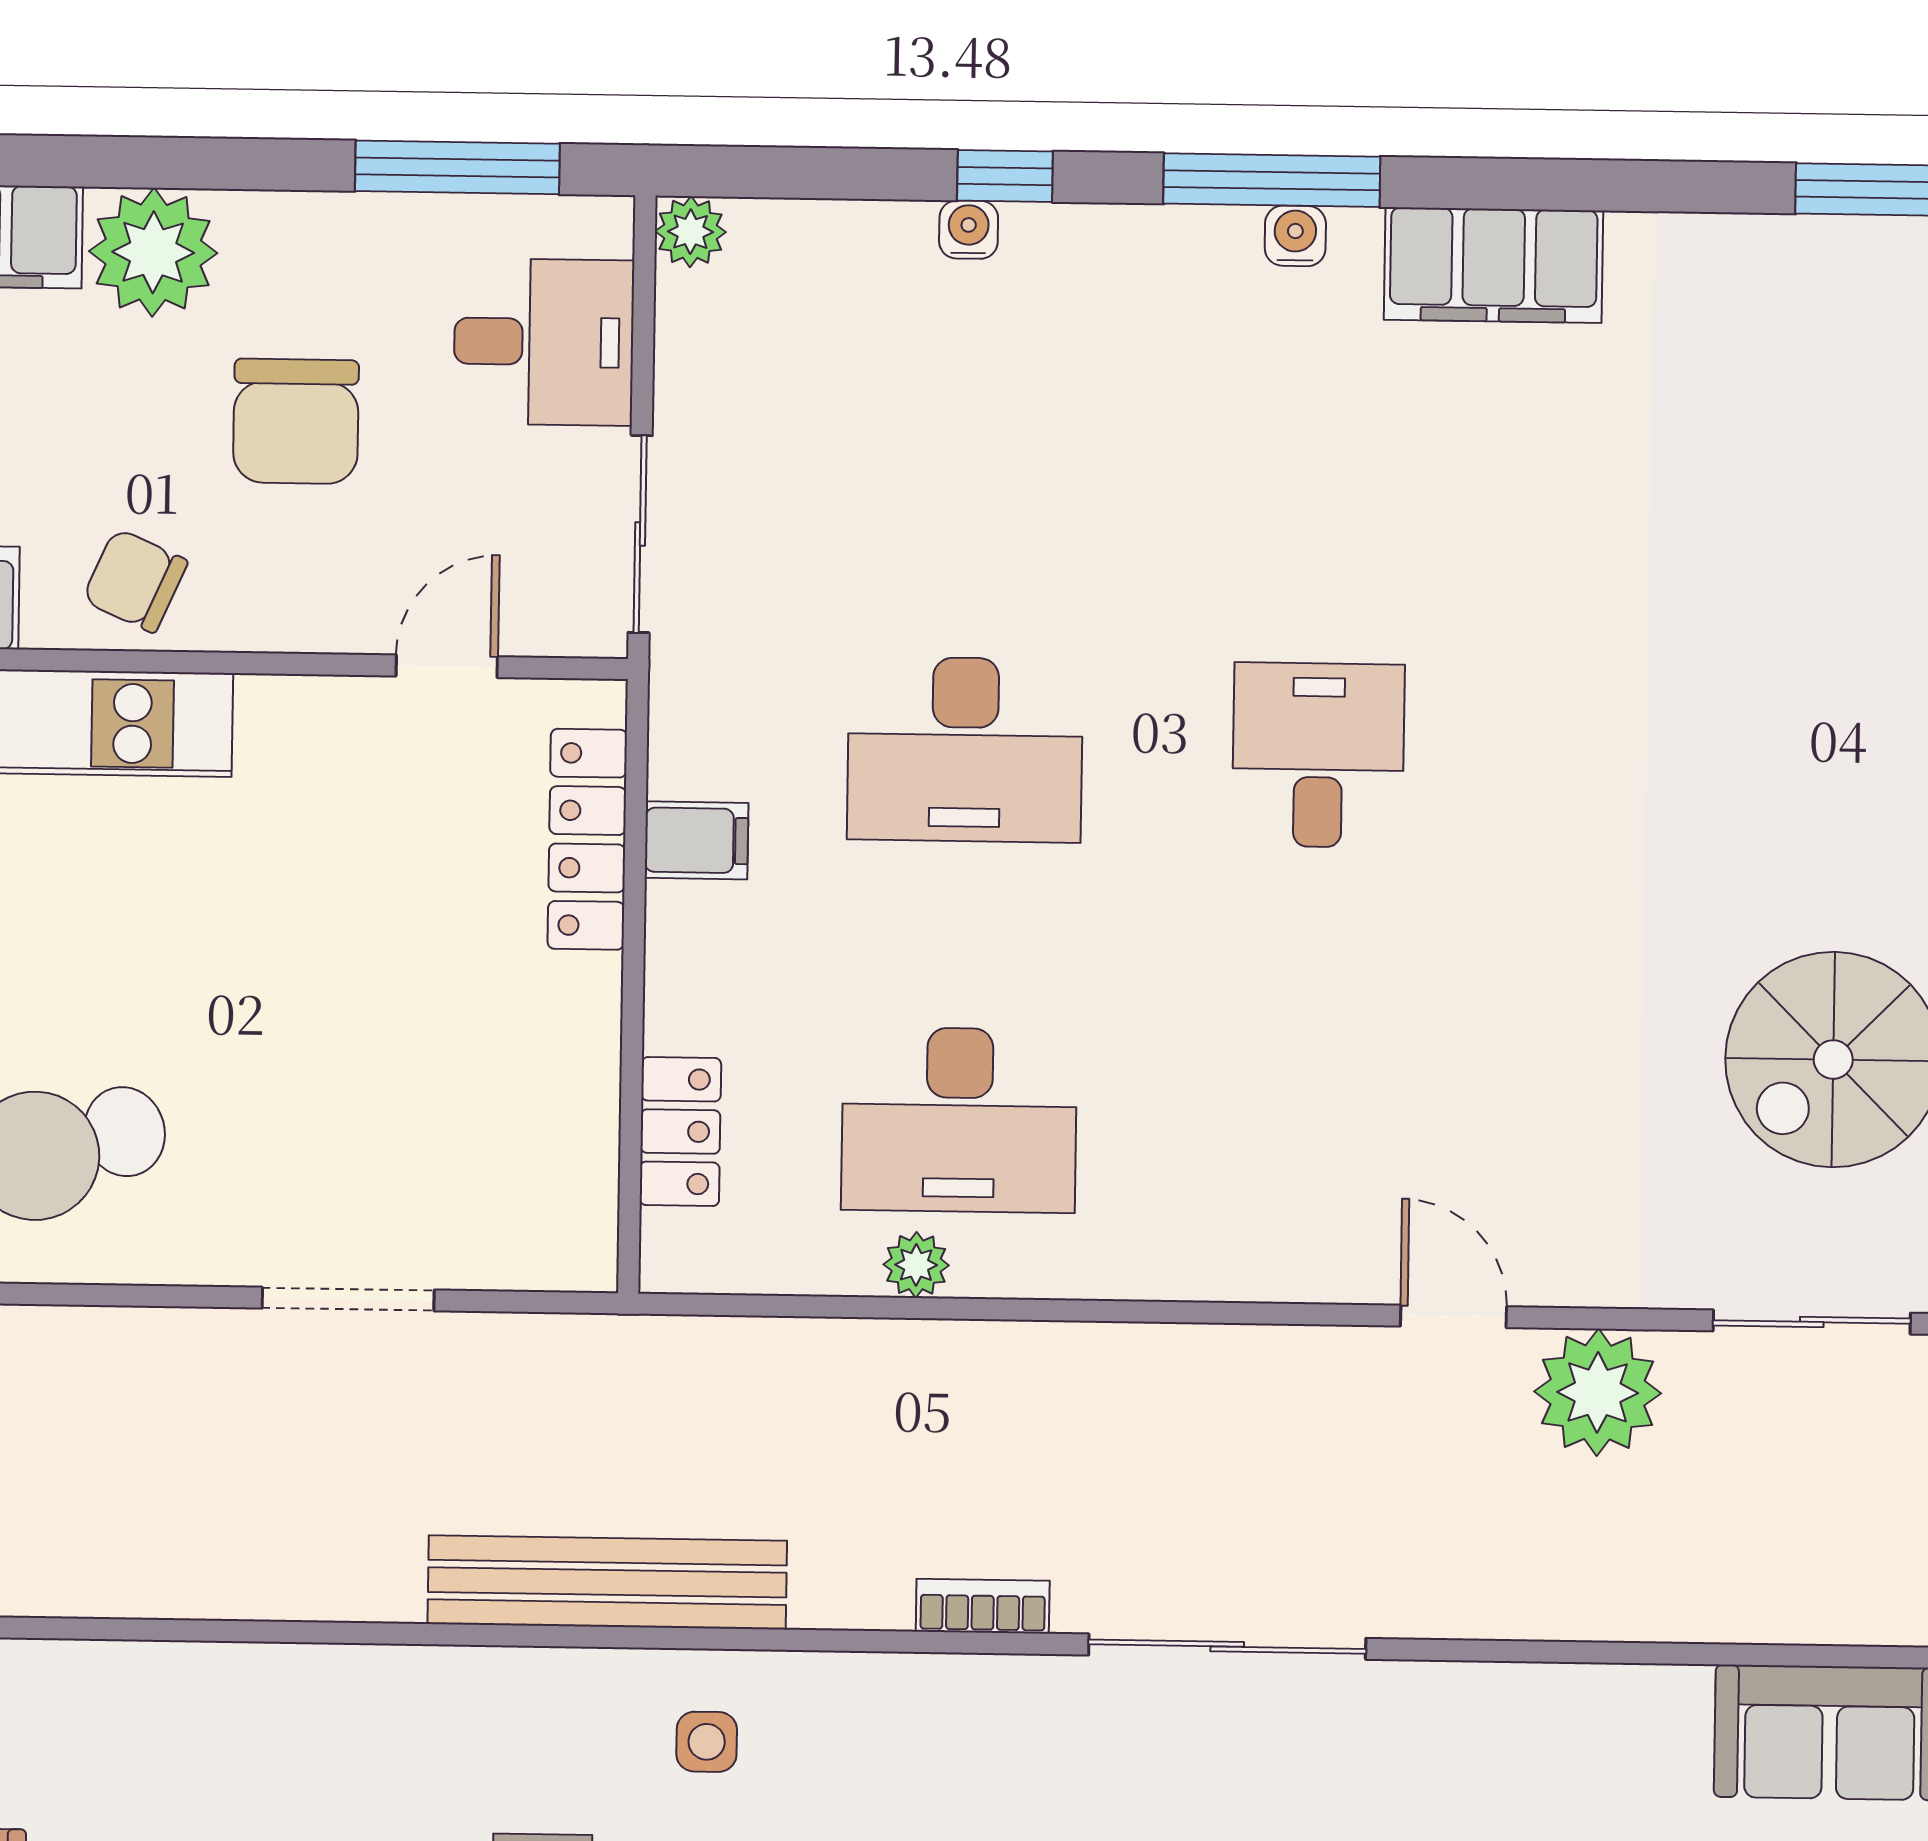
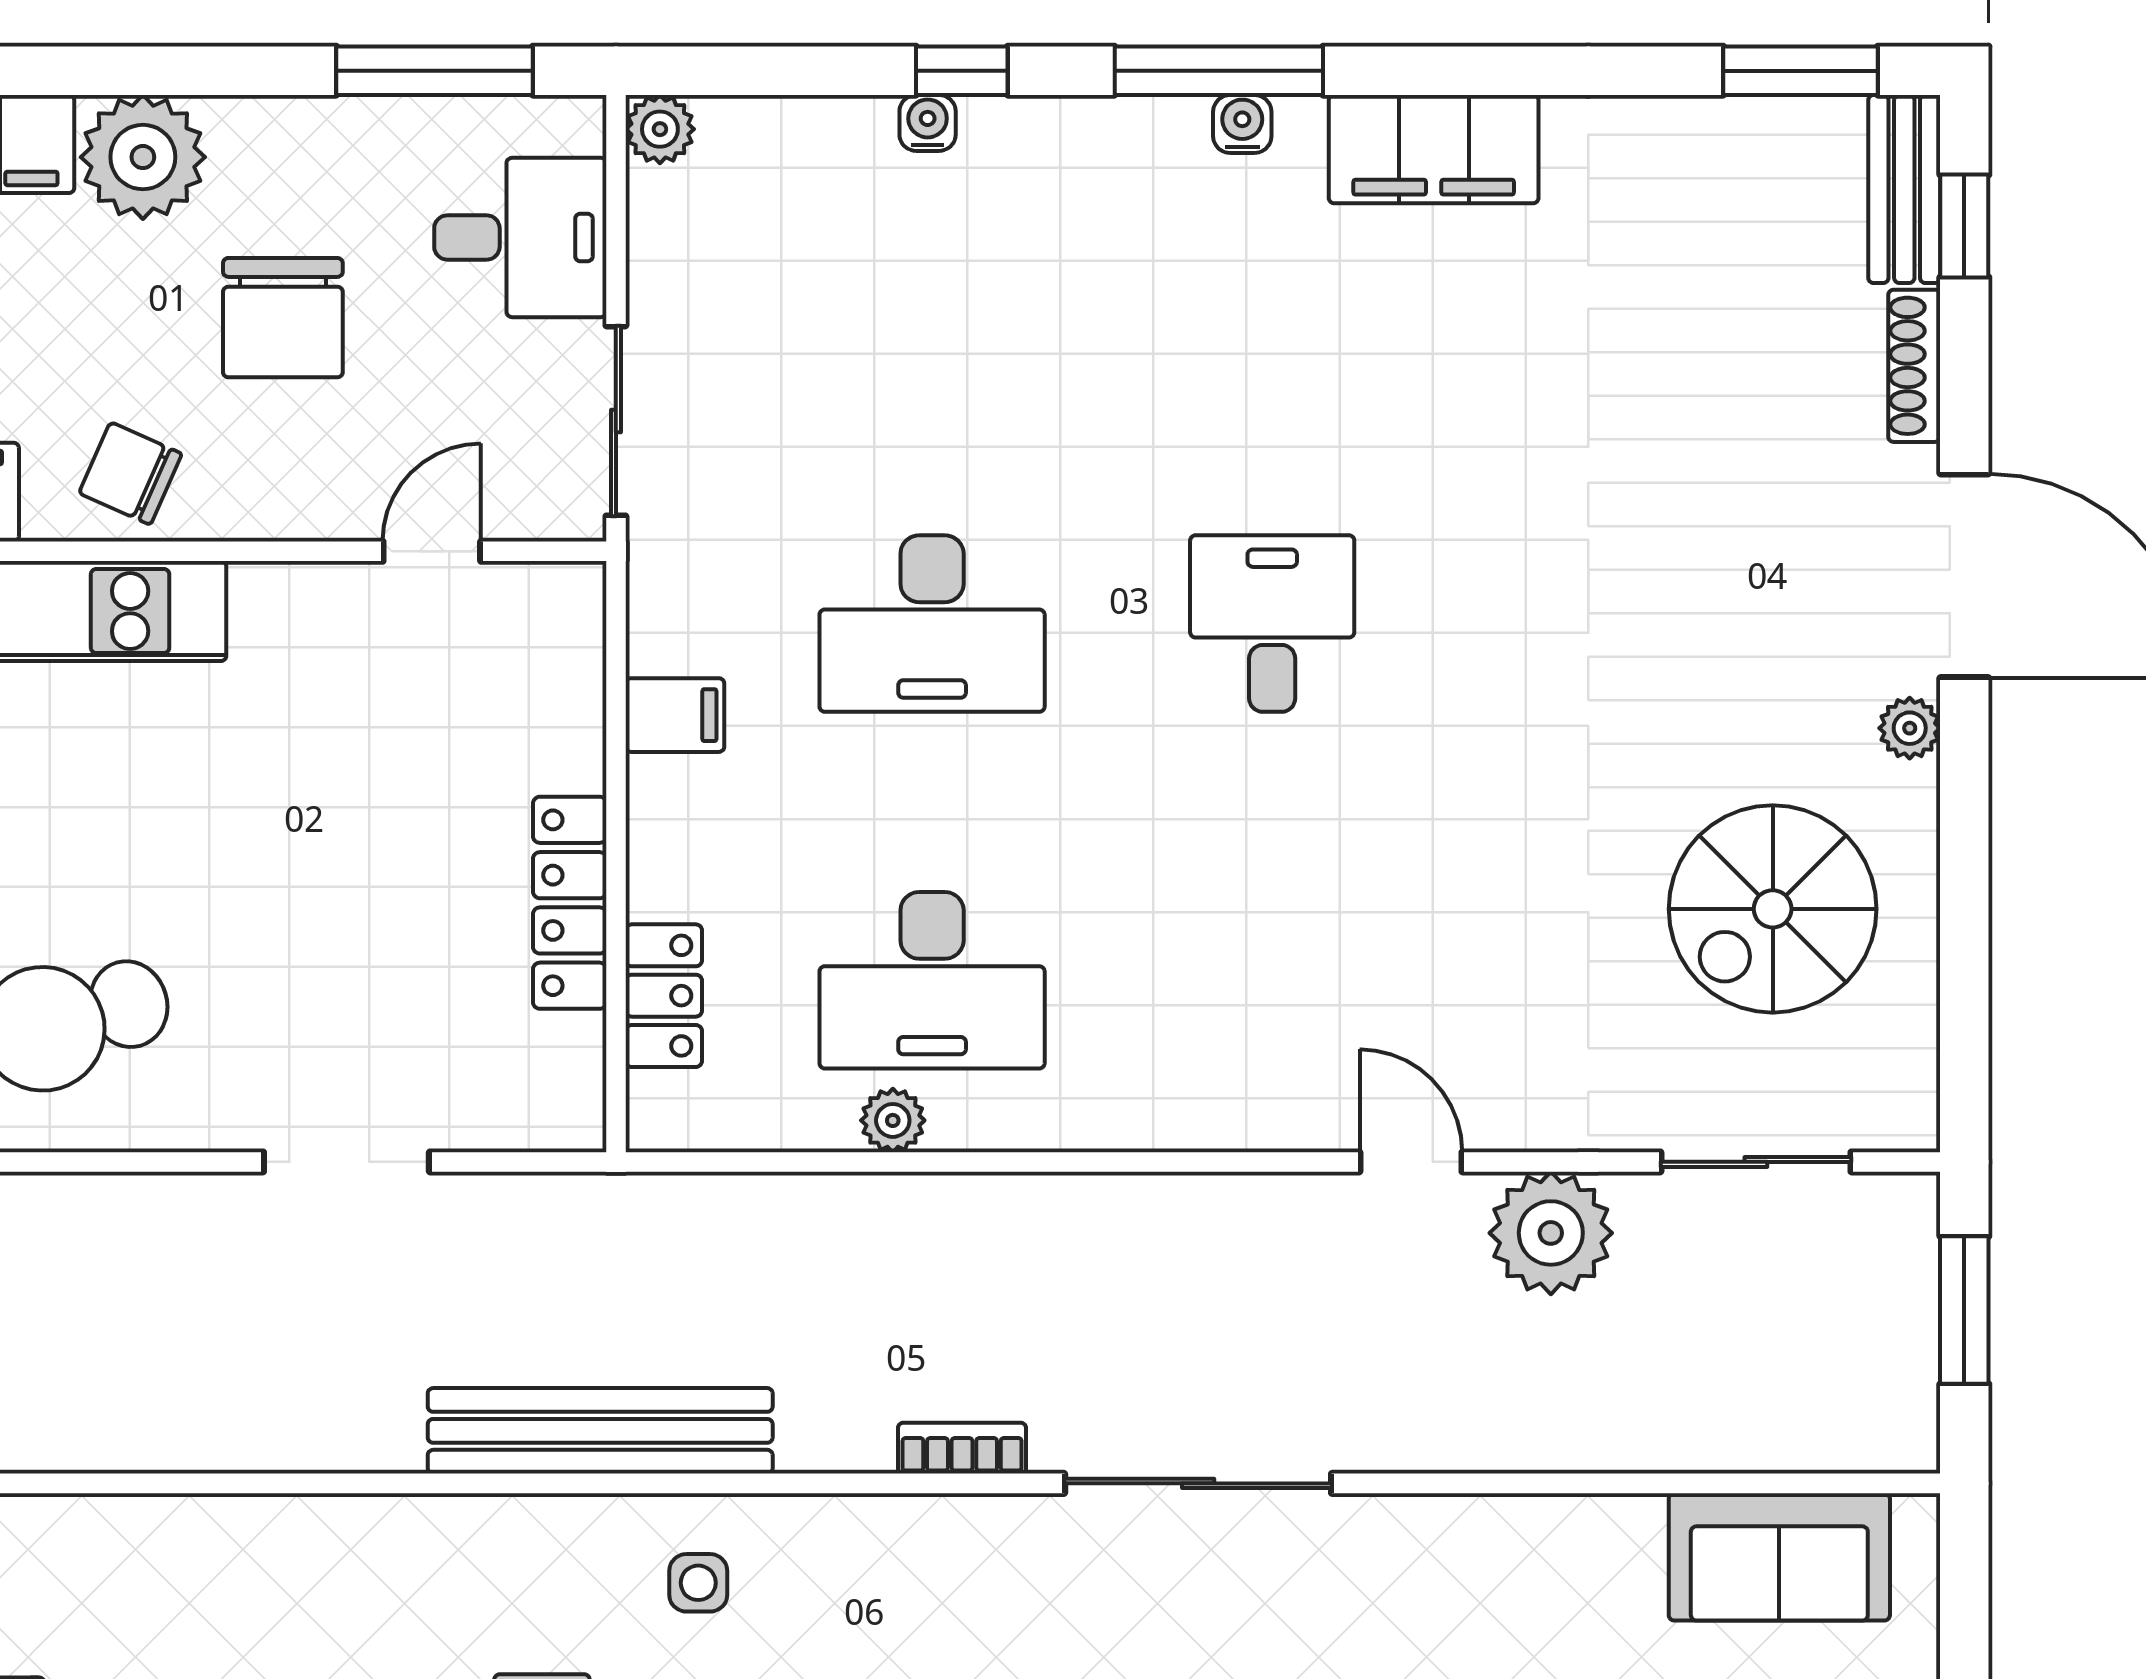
locker: (587, 839) -> (570, 903), moved

